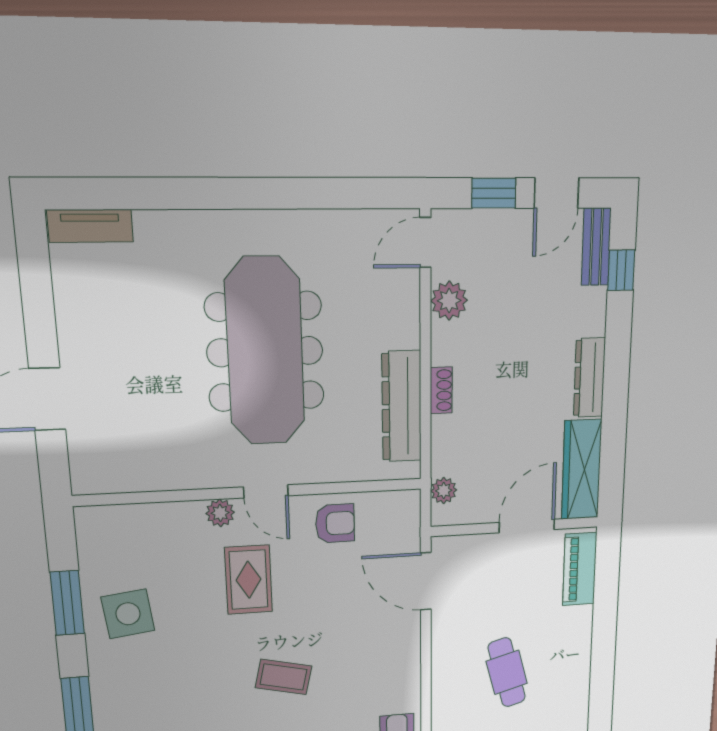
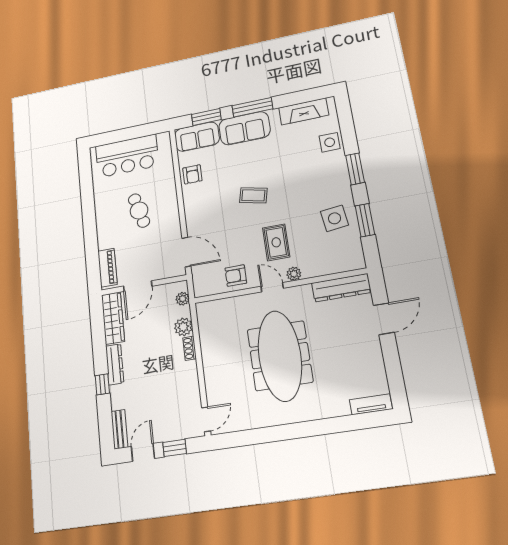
window: (621, 270) -> (102, 384), moved
plant: (449, 301) -> (183, 327), moved
dresser: (402, 406) -> (341, 288), moved, turned 90

